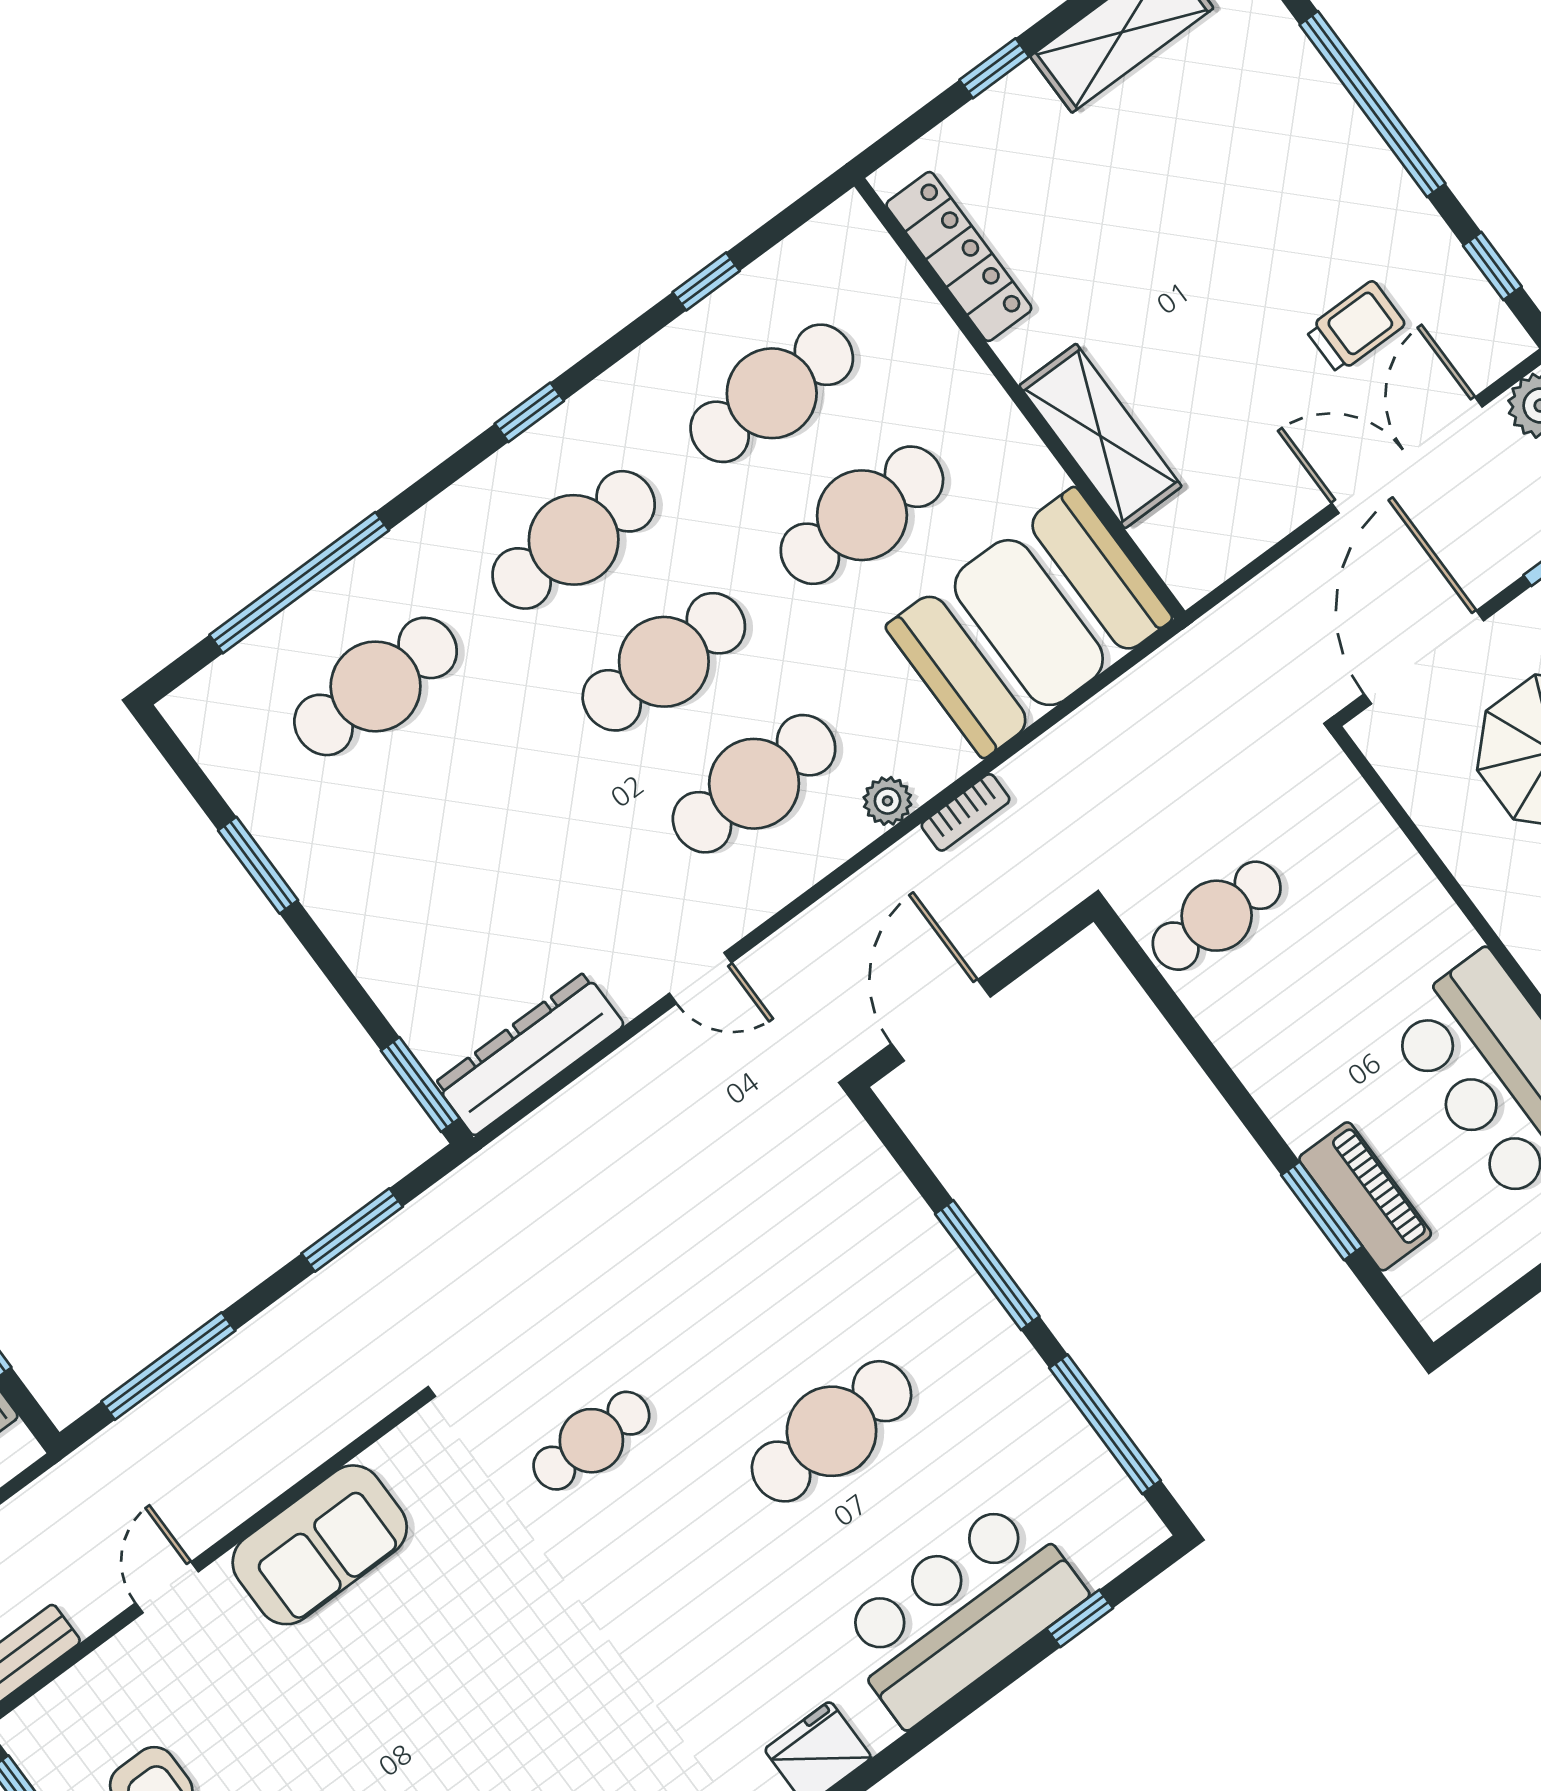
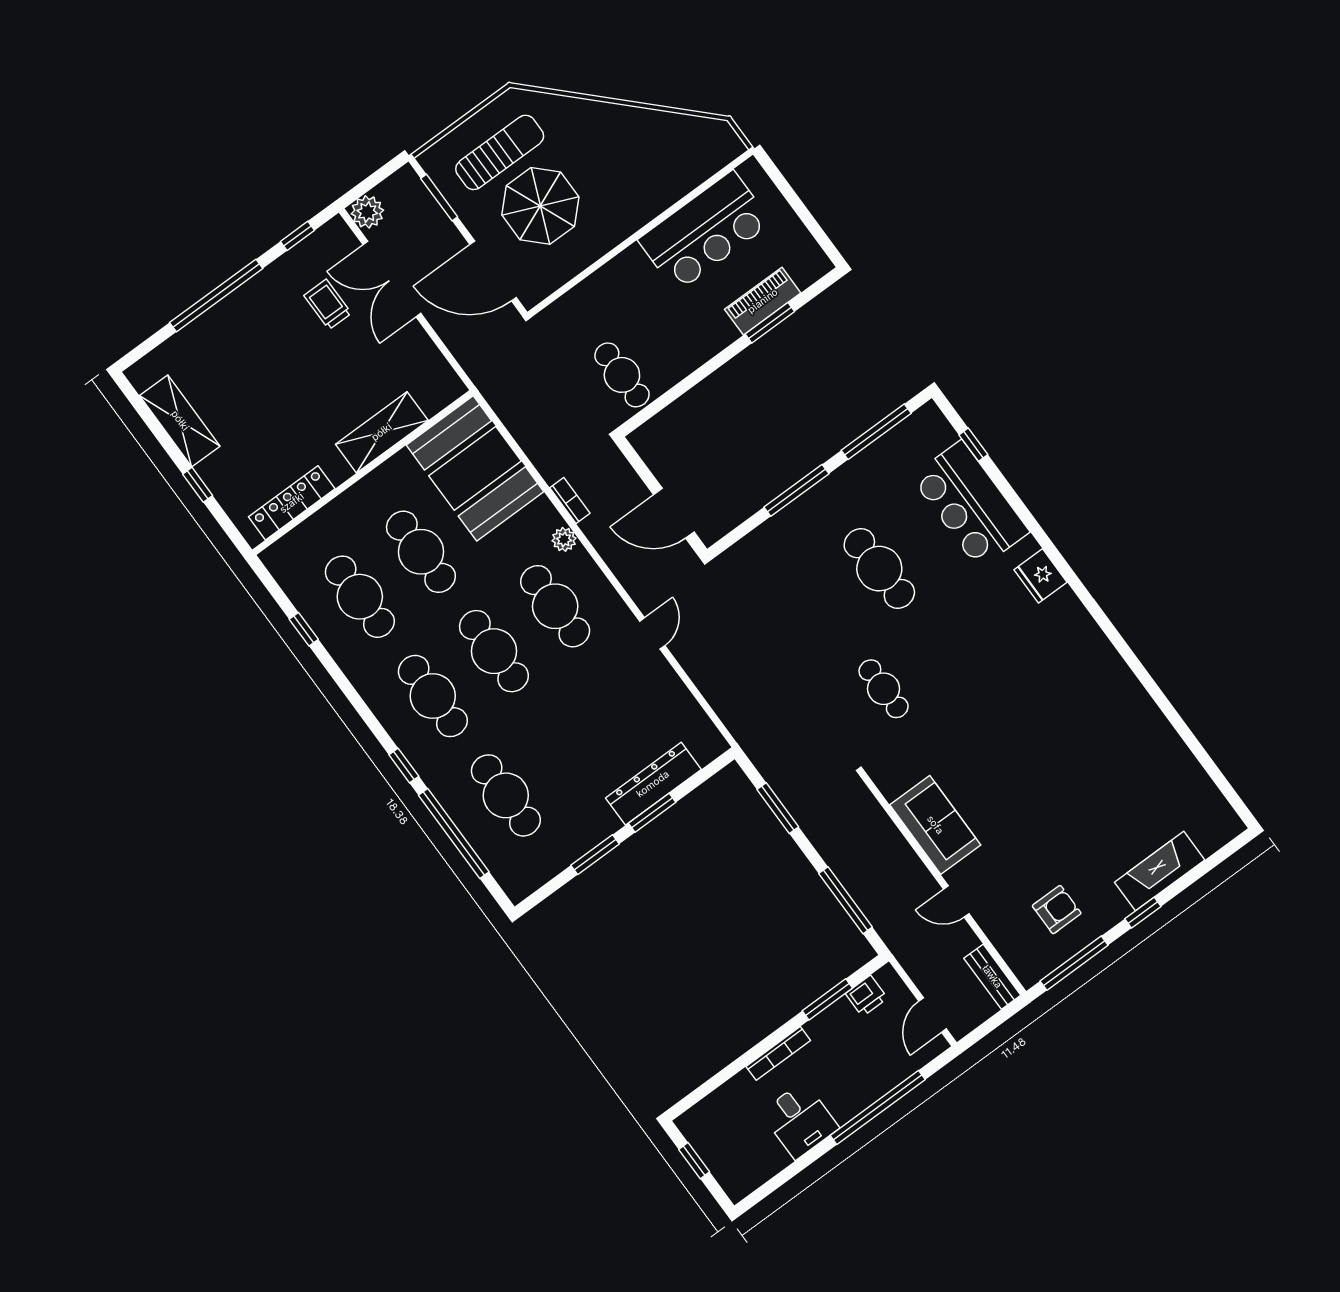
window: (529, 412) -> (404, 766), moved
dresser: (529, 1054) -> (653, 784), moved, turned 90
window: (420, 1084) -> (652, 813), moved

